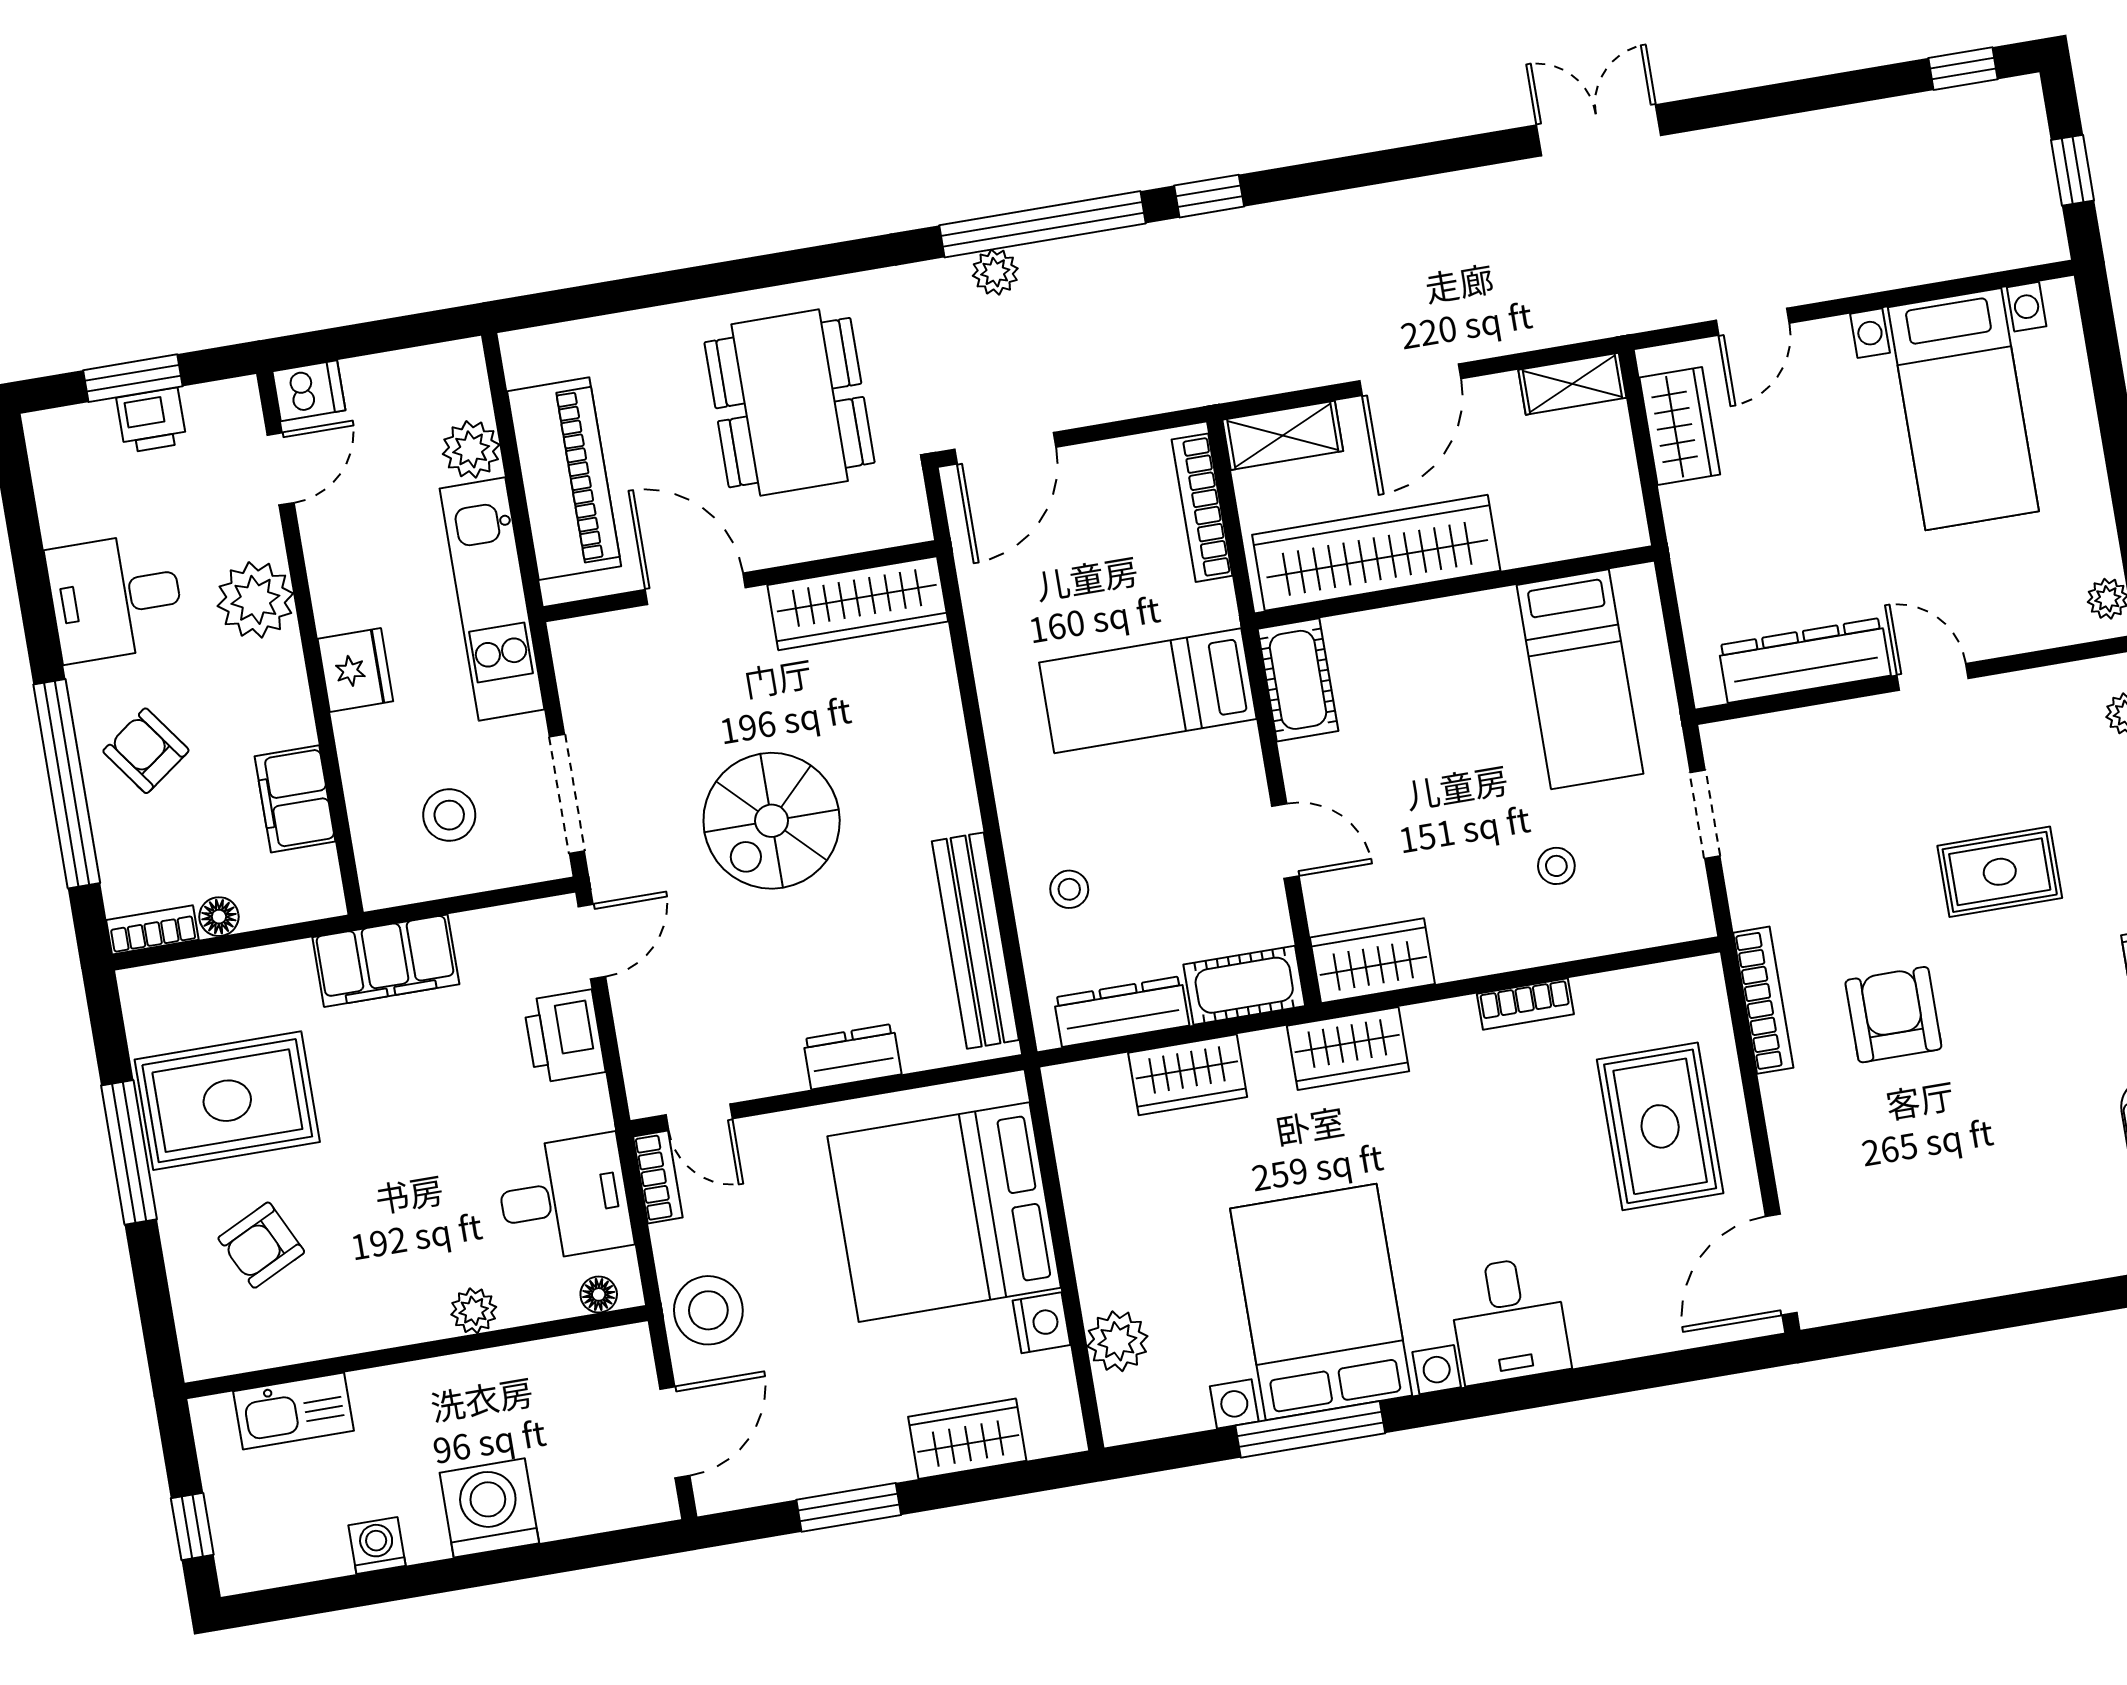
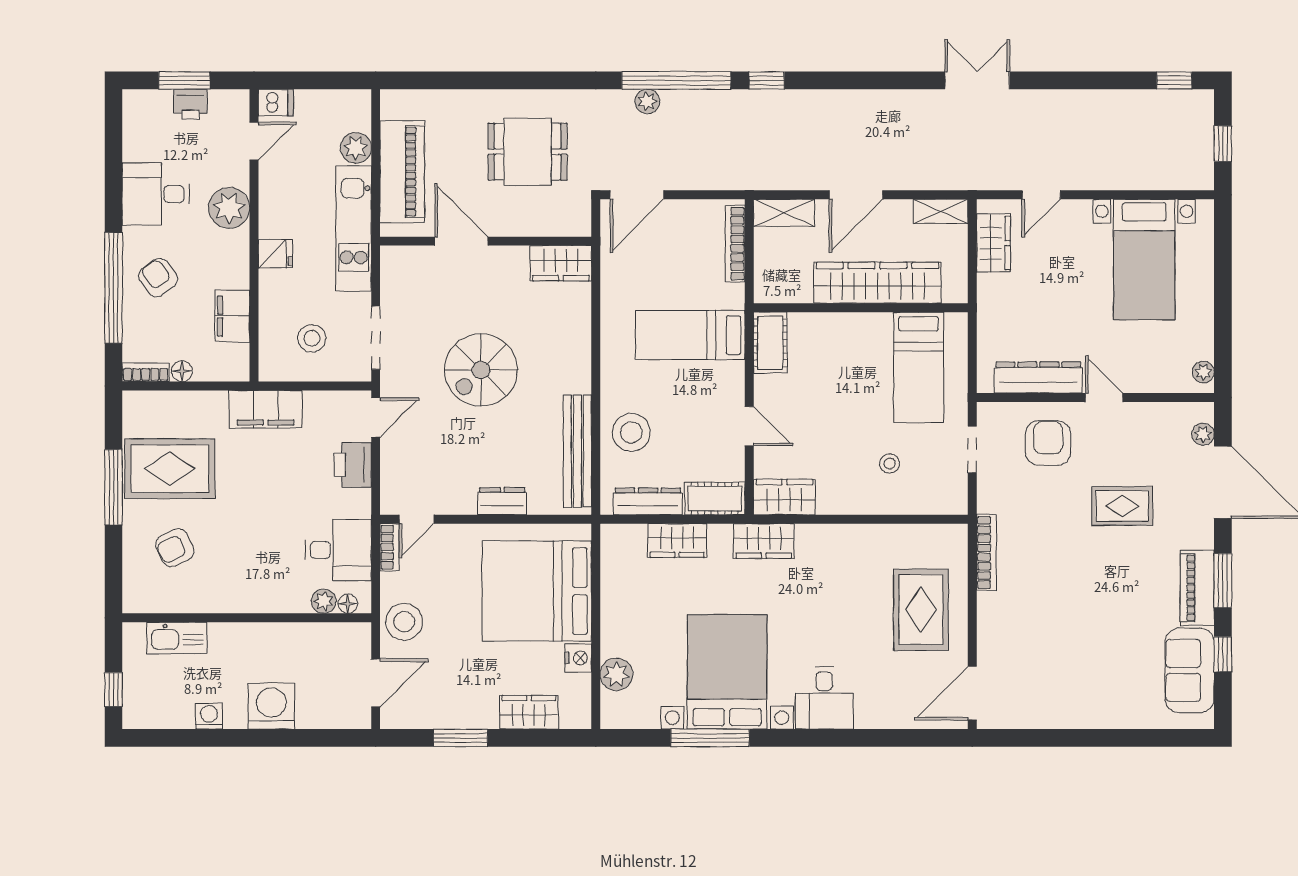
dining table: (790, 403) -> (528, 152), width x0.73
wardrobe: (1376, 553) -> (877, 283), moved
wardrobe: (858, 603) -> (561, 263), width x0.67
fridge: (355, 670) -> (275, 254), width x0.72
stool: (1069, 889) -> (631, 432), width x1.89, depth x1.89
bookcase: (1525, 1004) -> (861, 533), removed
armchair: (1893, 1015) -> (1048, 443), moved
door: (699, 1117) -> (416, 519), hinge flipped
plant: (474, 1311) -> (324, 601), moved

